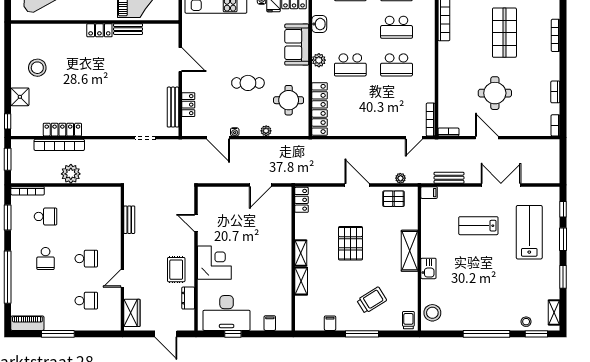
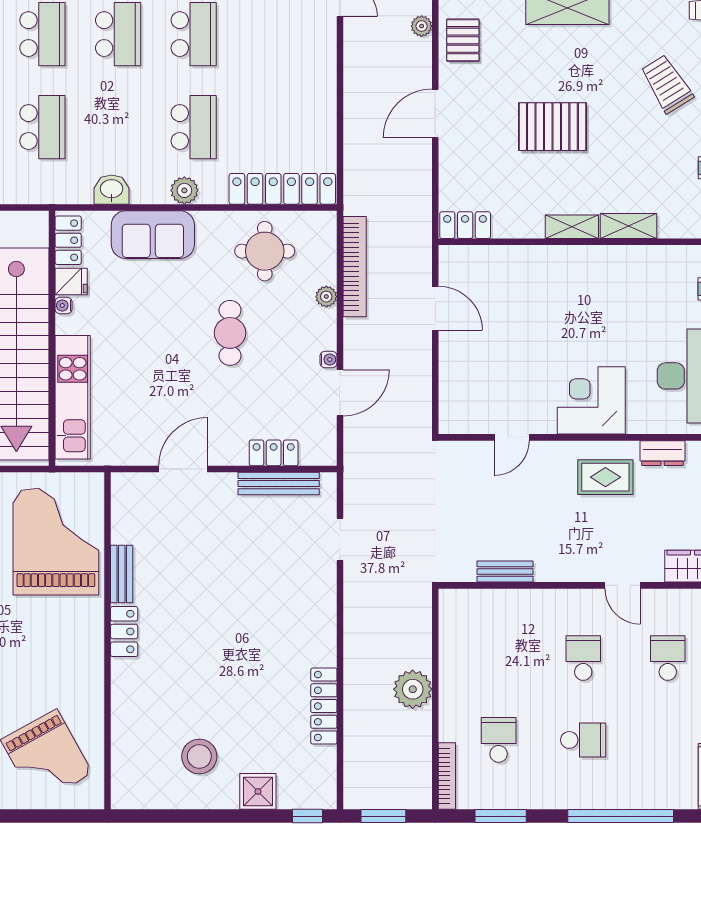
bookcase: (59, 145) -> (355, 267), moved

